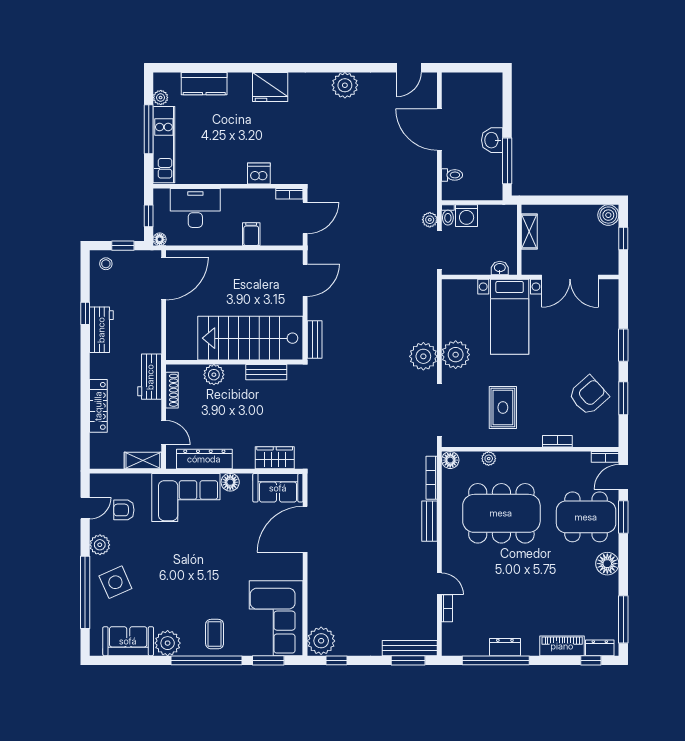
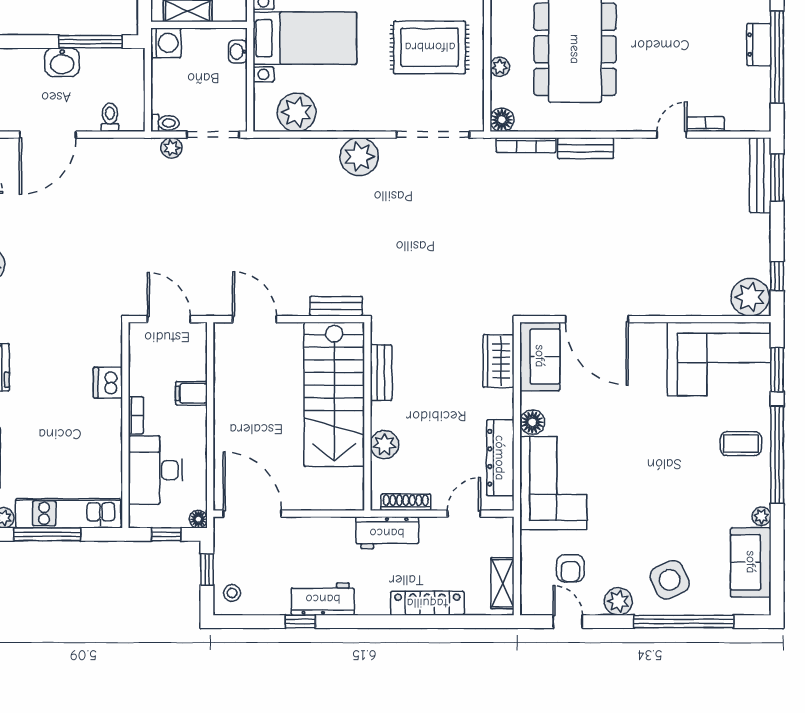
bookcase: (289, 194) -> (136, 415), moved
washing machine: (467, 216) -> (166, 43), moved
plant: (456, 355) -> (297, 112), moved
rug: (503, 408) -> (430, 47), width x1.36, depth x1.43
shelving: (143, 461) -> (502, 583), moved
plant: (168, 643) -> (761, 516), width x0.53, depth x0.53

